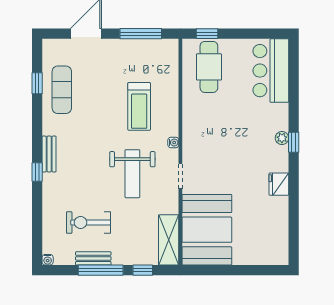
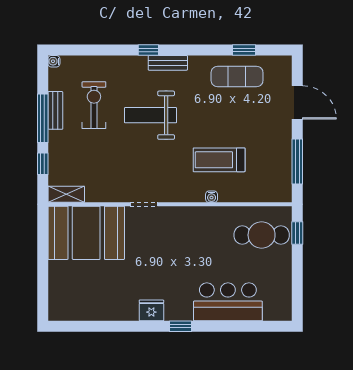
bar counter: (271, 71) -> (228, 302), moved
plant: (282, 138) -> (185, 314), removed
water cooler: (173, 143) -> (212, 197), moved
weight bench: (132, 174) -> (151, 115), moved
fridge: (279, 184) -> (151, 310), moved
shelving: (169, 240) -> (66, 194), width x0.67, depth x0.75

